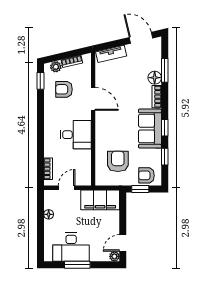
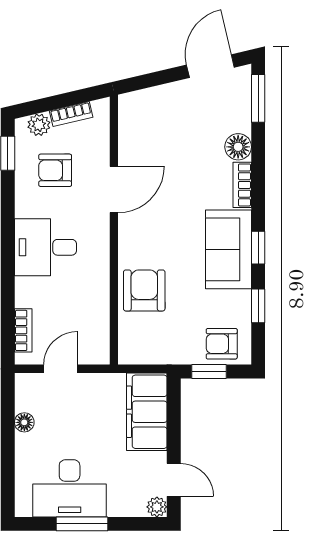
door: (141, 38) -> (210, 66), hinge flipped
tv unit: (111, 54) -> (150, 99), removed
window: (165, 70) -> (258, 98), moved
door: (93, 99) -> (114, 190), hinge flipped
desk: (76, 135) -> (45, 247), moved, turned 180
armchair: (118, 161) -> (144, 290), moved
filing cabinet: (100, 200) -> (147, 412), moved, turned 90
door: (123, 243) -> (174, 480), swing flipped

